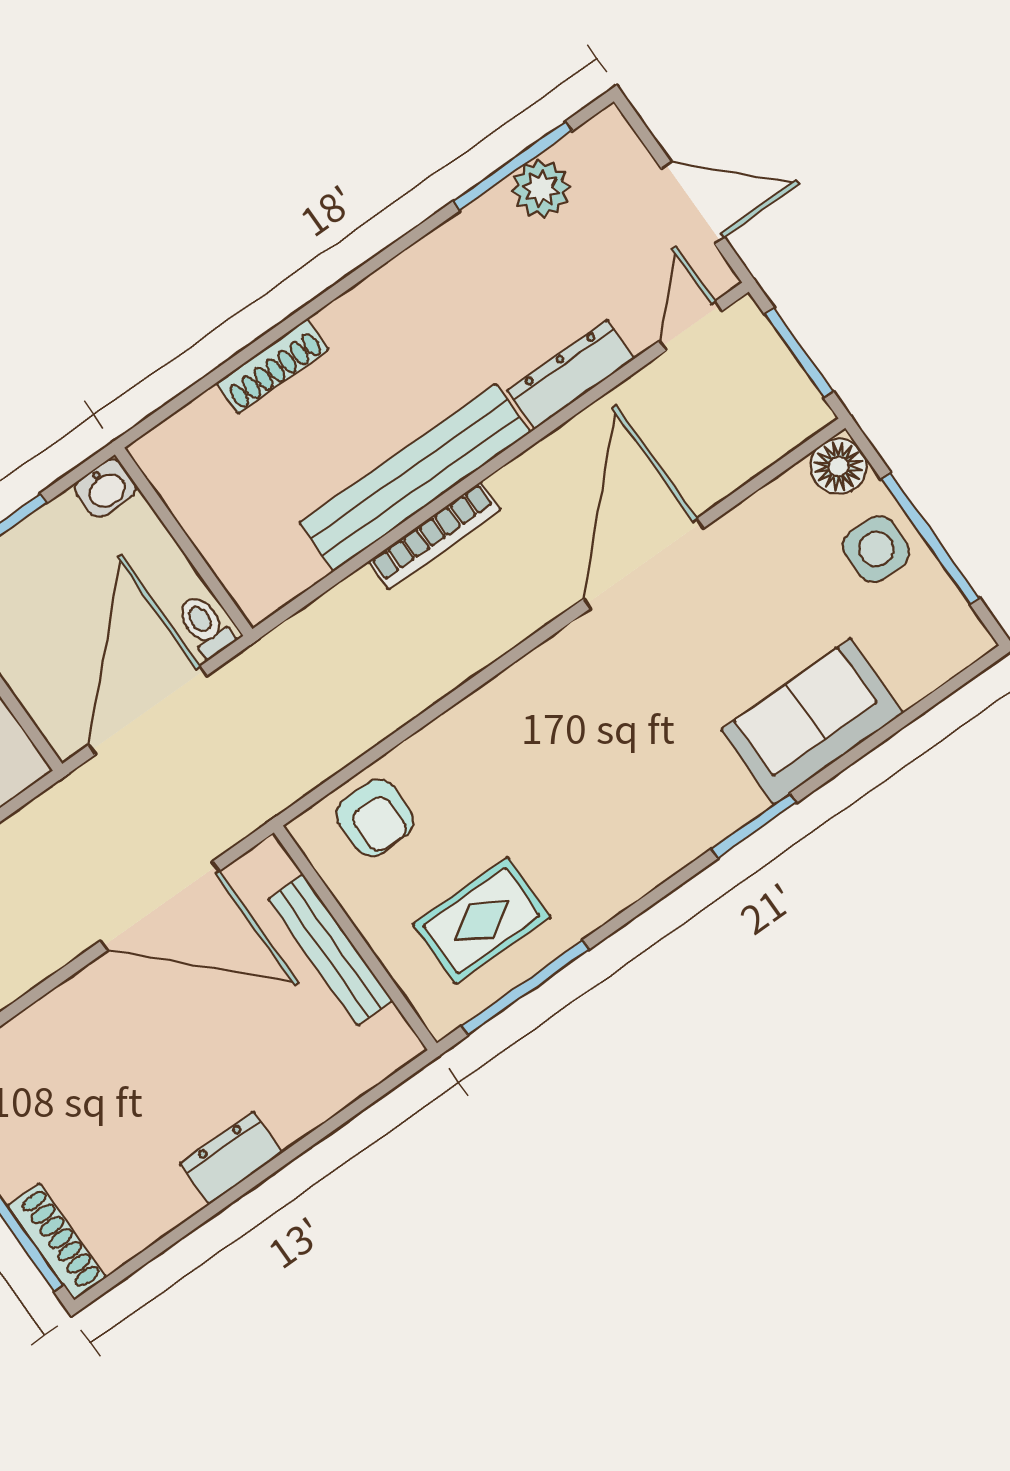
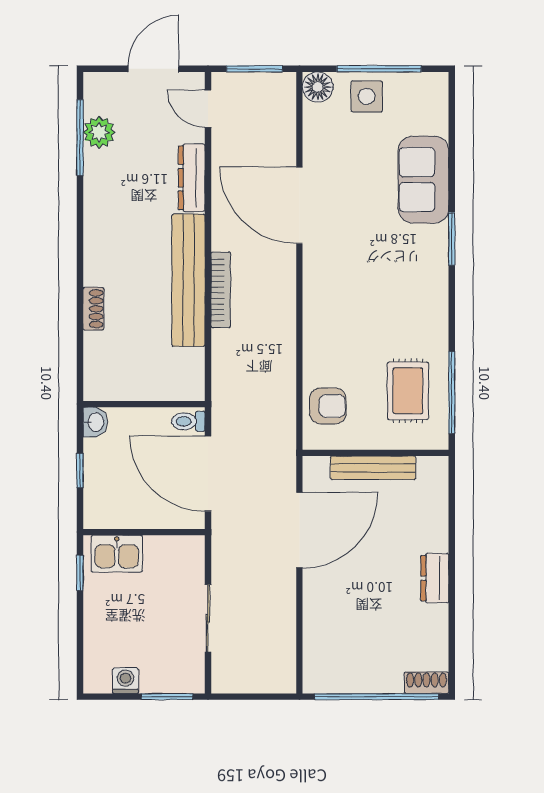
shoe rack: (272, 366) -> (93, 309), width x0.70
shoe rack: (57, 1242) -> (426, 683), width x0.70

